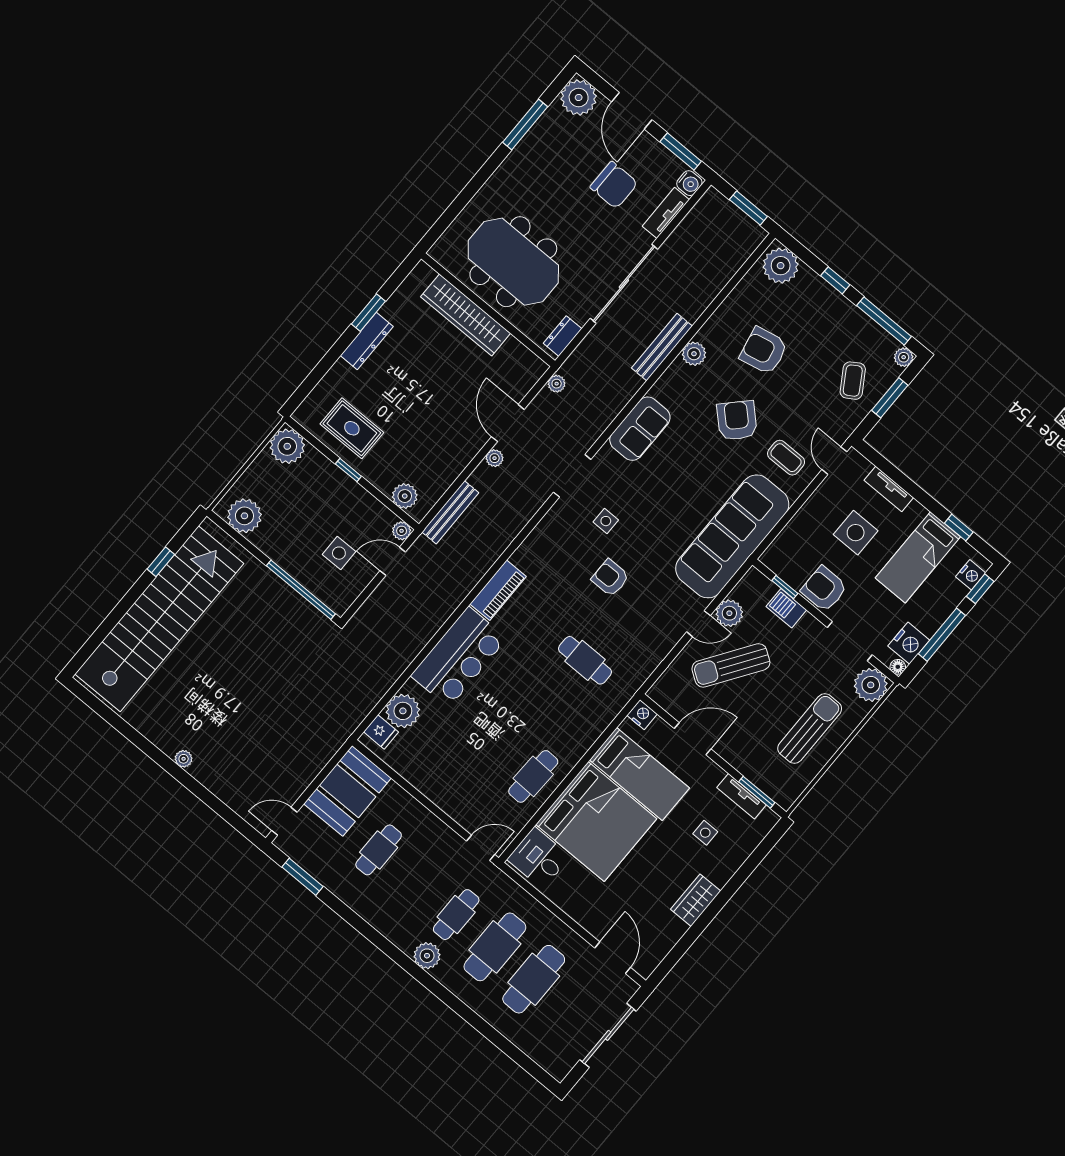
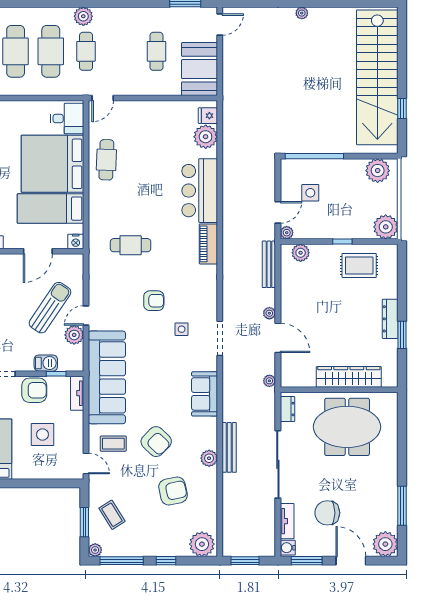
tv unit: (889, 489) -> (77, 393), moved, turned -90

